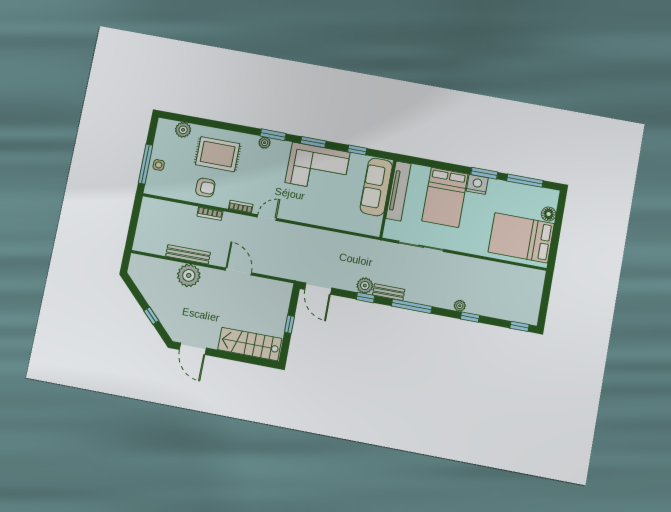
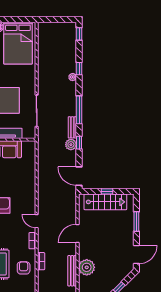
door: (318, 289) -> (79, 176), swing flipped
stairs: (250, 344) -> (105, 202), moved, turned -90
window: (239, 358) -> (136, 221), added

